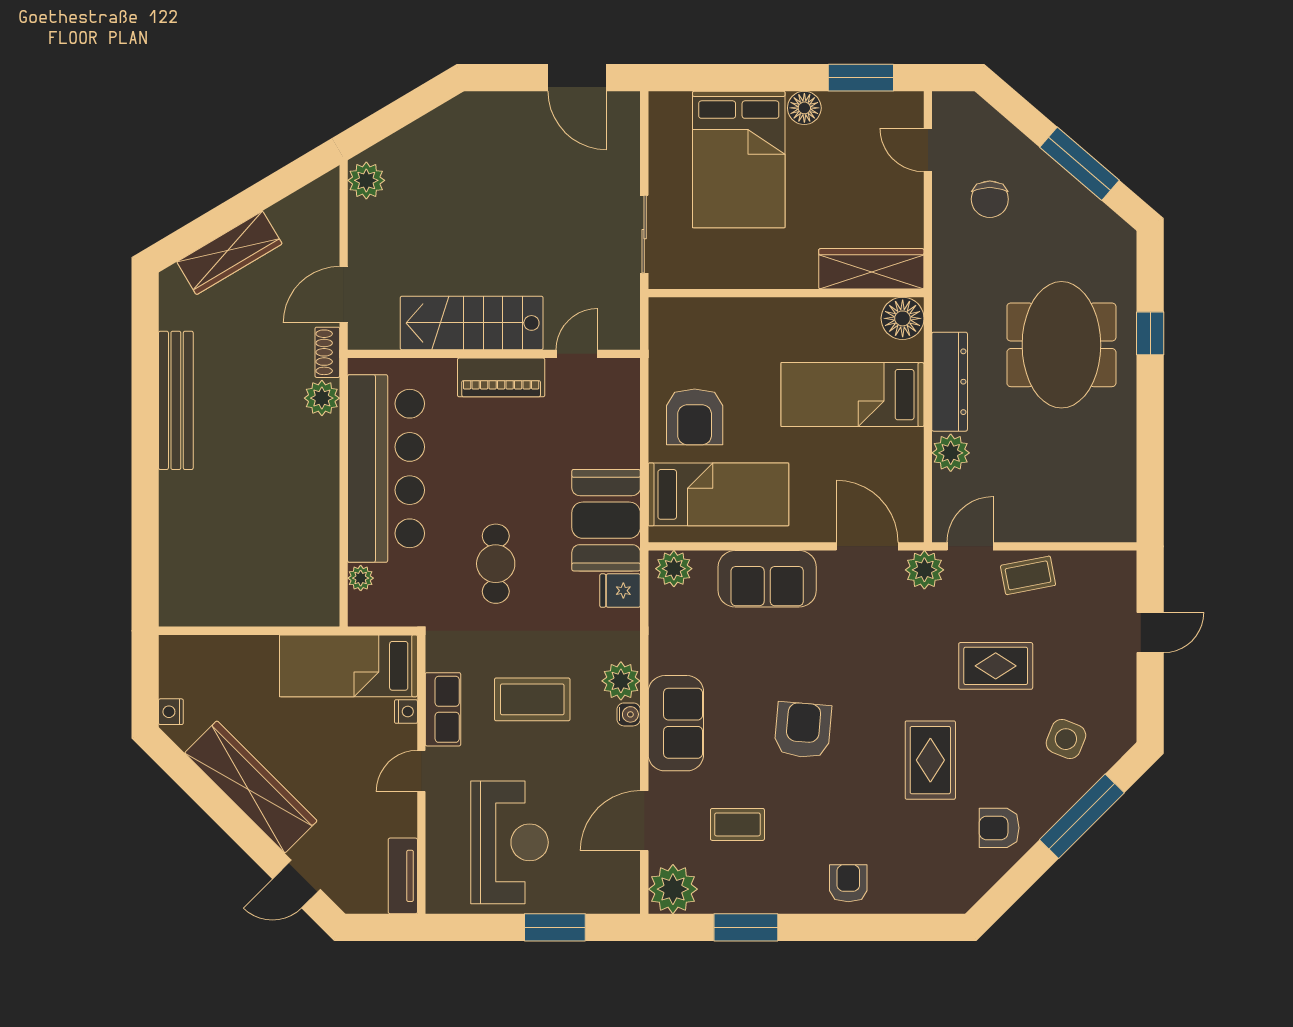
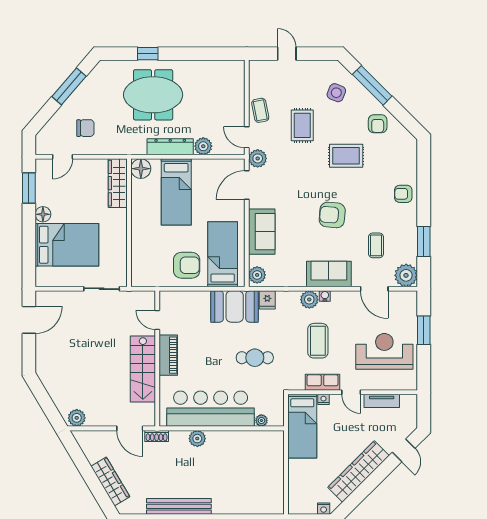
plant: (322, 398) -> (197, 439), moved
tv unit: (403, 876) -> (382, 401), moved

